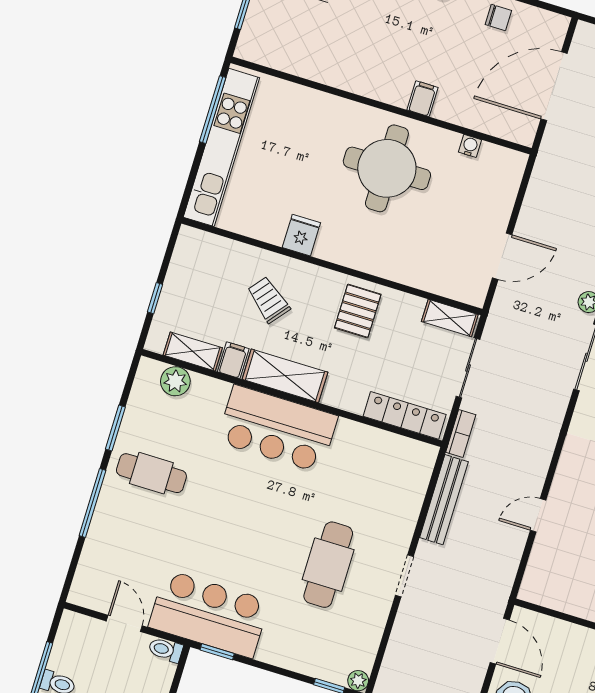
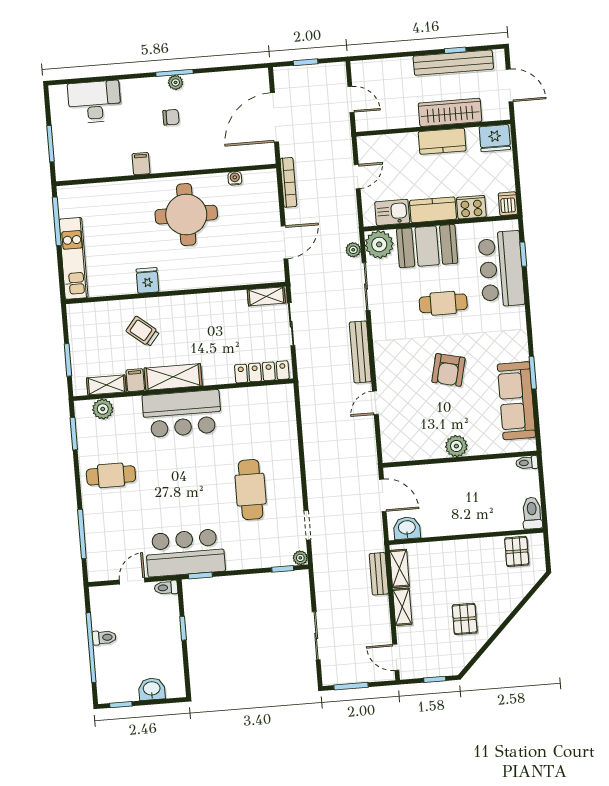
chair: (498, 18) -> (171, 117), moved
filing cabinet: (423, 99) -> (141, 164), moved
kitchen unit: (221, 147) -> (73, 258), width x0.73
window: (155, 298) -> (68, 360), width x1.50
pallet: (358, 311) -> (204, 316), removed
window: (115, 428) -> (74, 434), moved
bookcase: (461, 434) -> (288, 182), moved, width x1.56
bench: (444, 500) -> (360, 352), moved
window: (92, 503) -> (82, 534), moved
doorway: (404, 576) -> (307, 525), moved
door: (124, 623) -> (132, 581), hinge flipped

